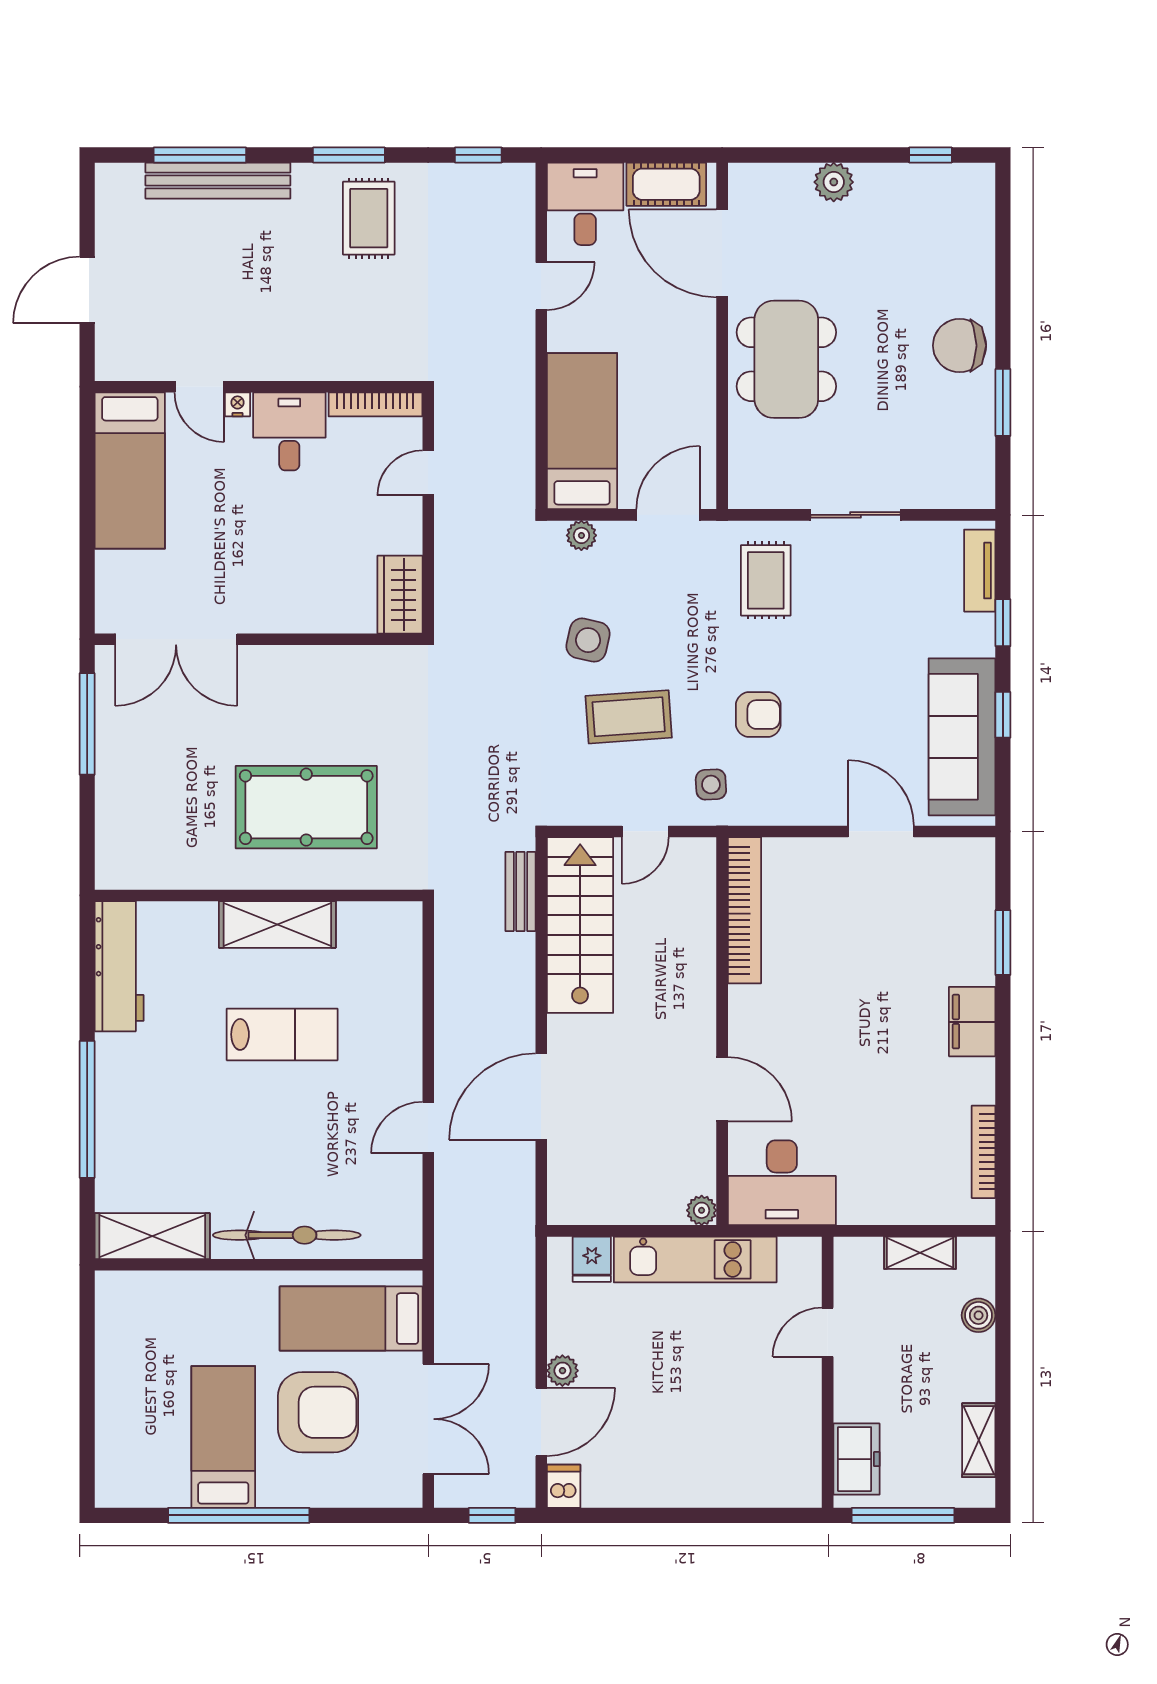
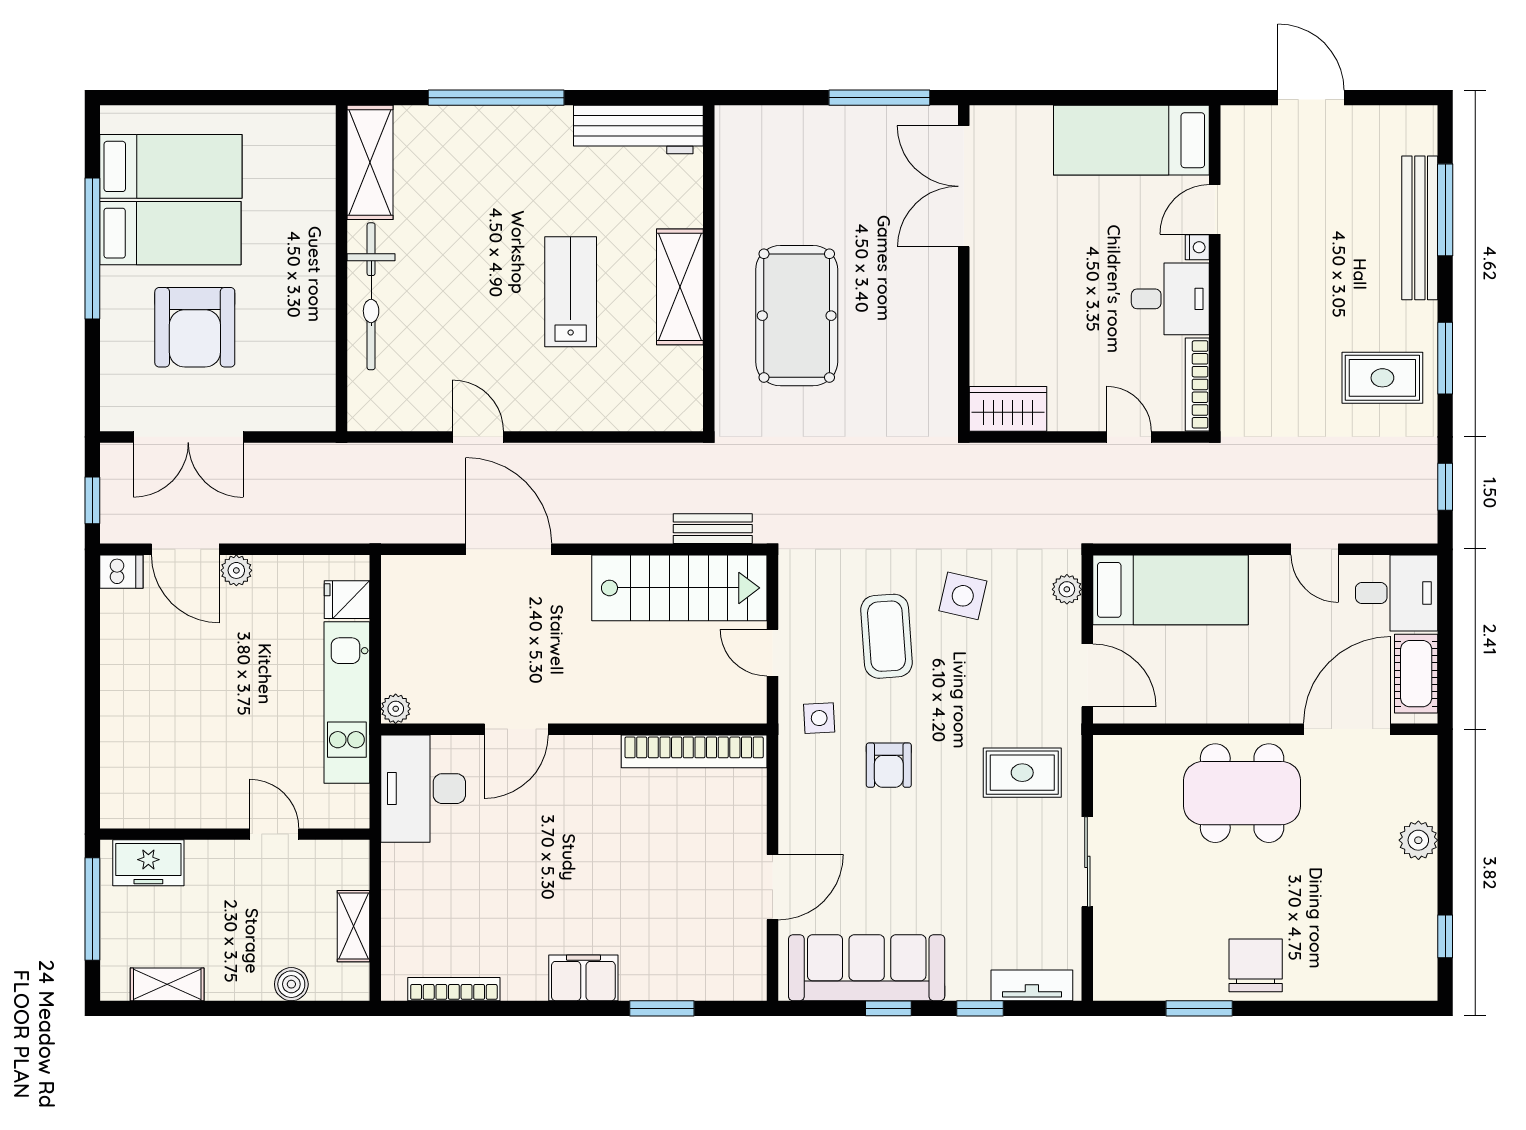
lab bench: (282, 1034) -> (571, 292), turned 180
bed: (351, 1319) -> (171, 166), moved, turned 90

